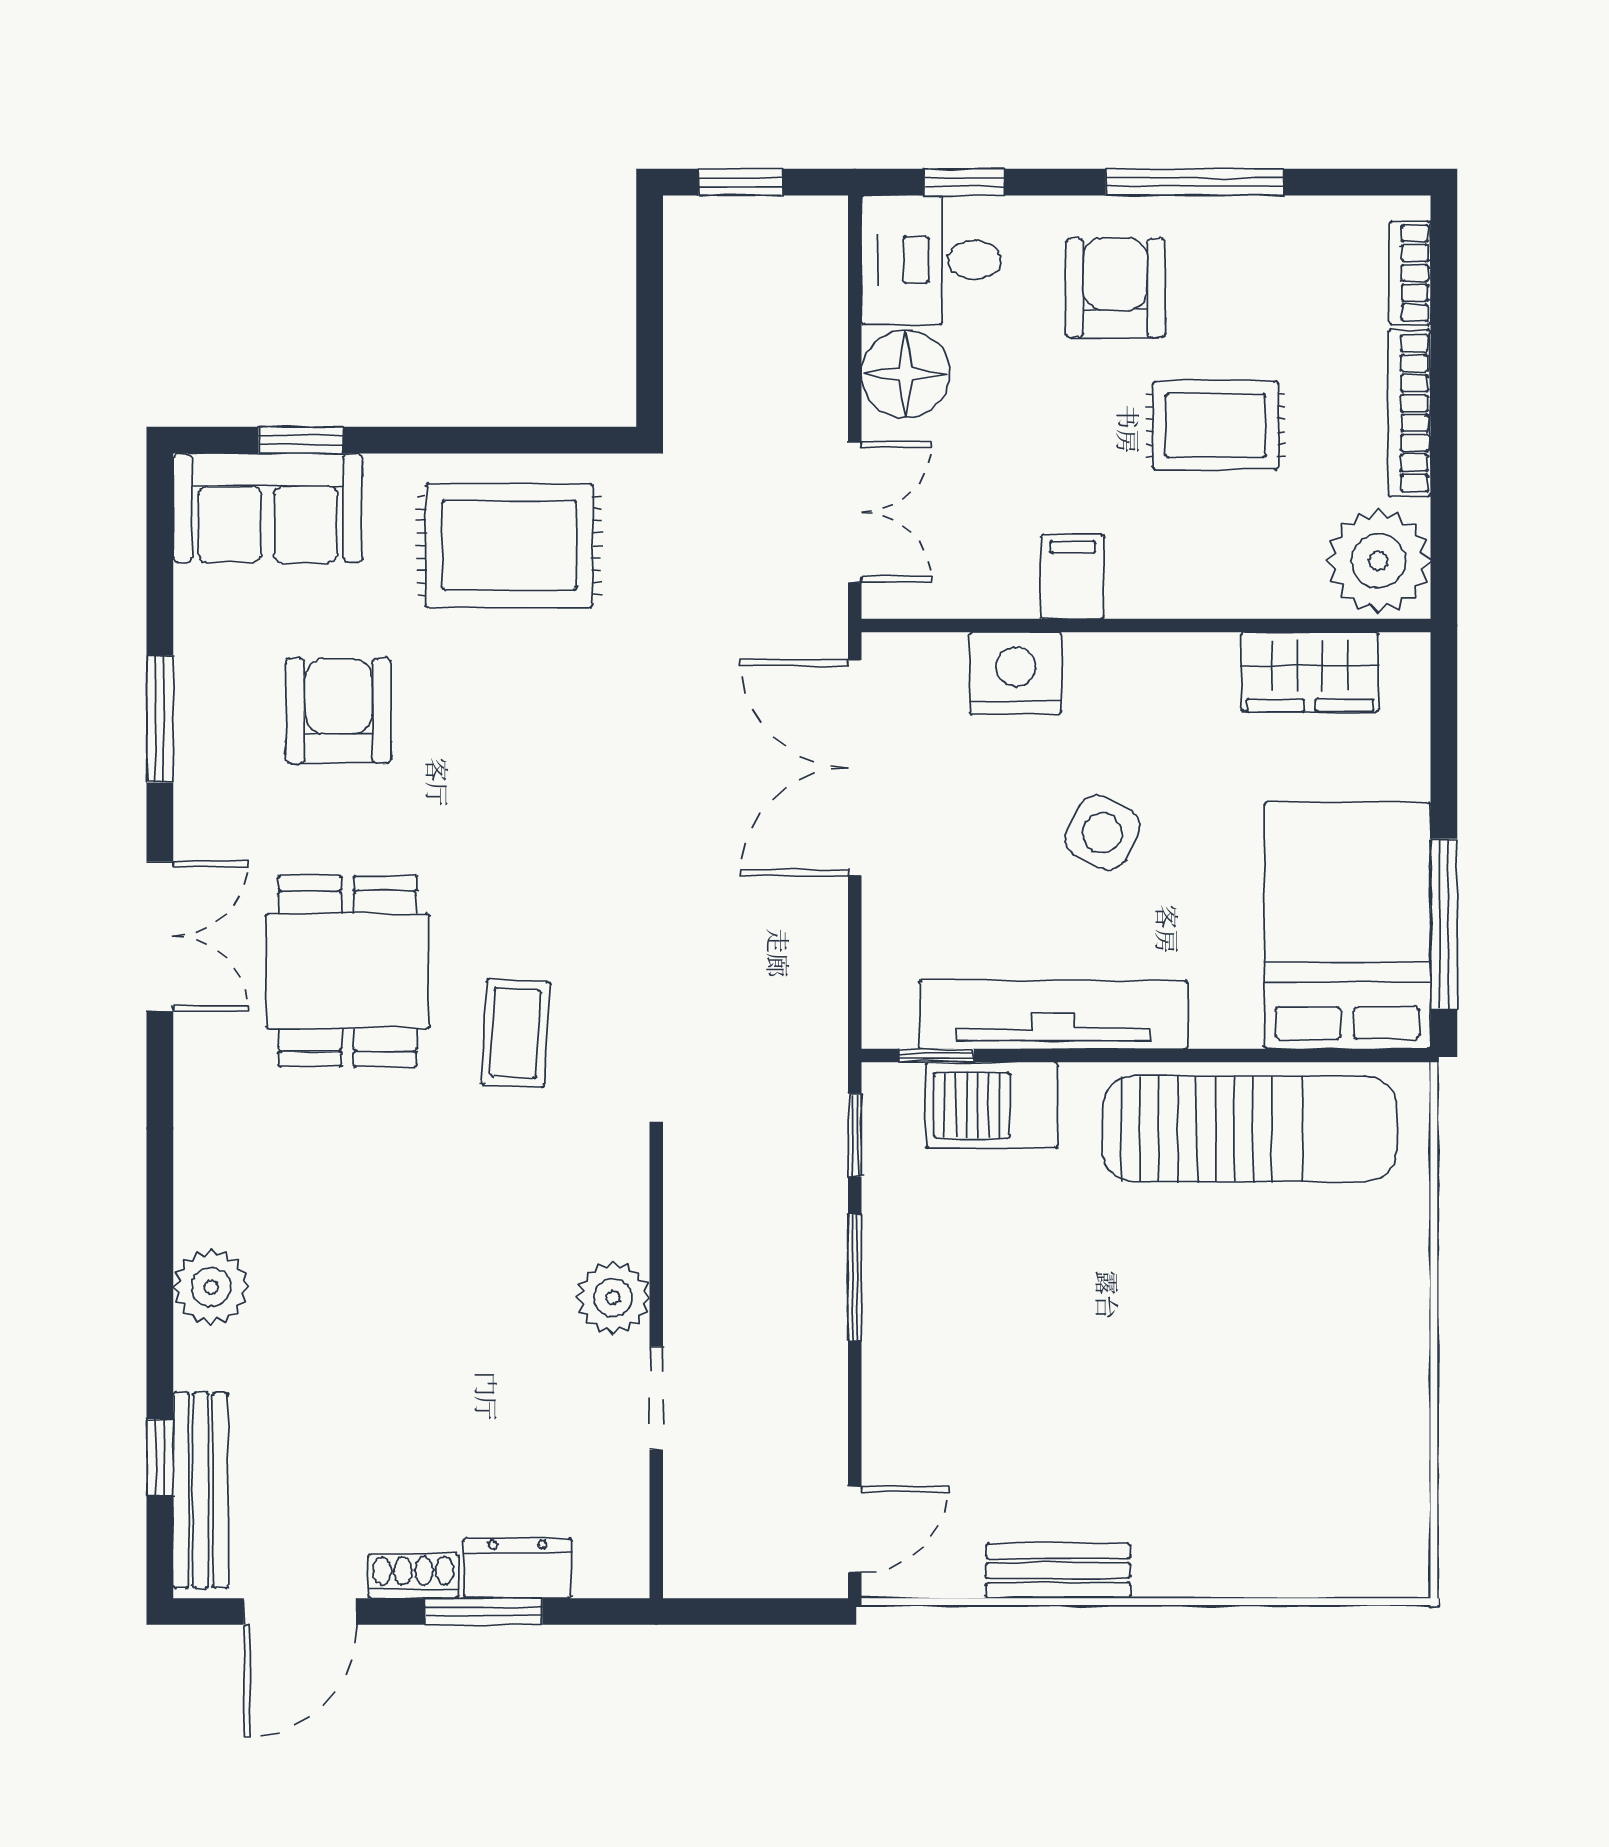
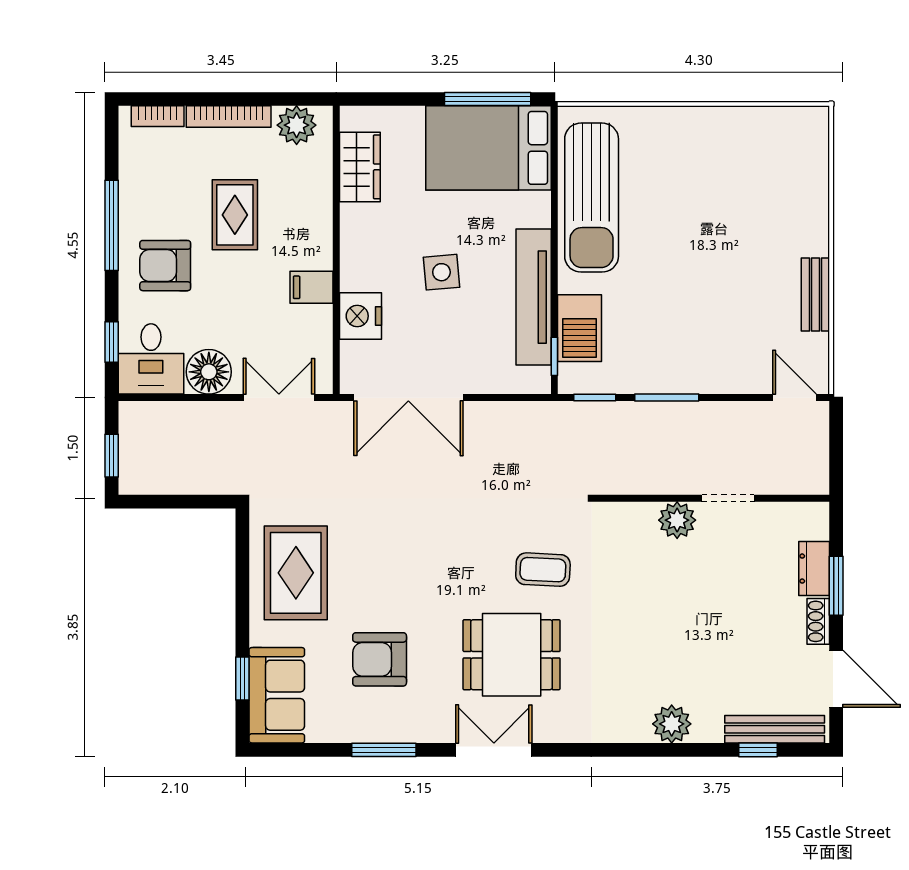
plant: (1378, 561) -> (297, 125), width x0.73, depth x0.73
side table: (1102, 833) -> (441, 272), turned -32
sun lounger: (1249, 1129) -> (592, 198), turned 180

